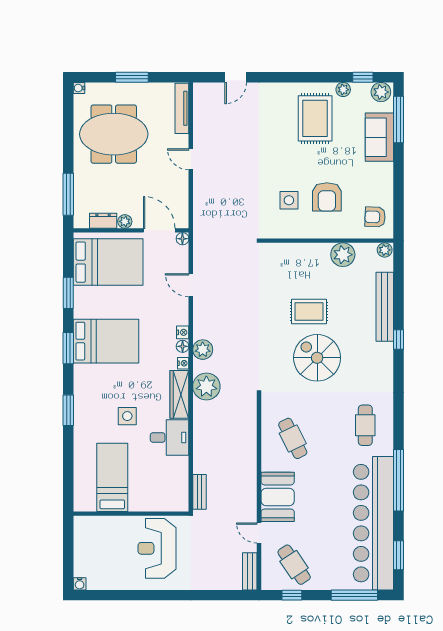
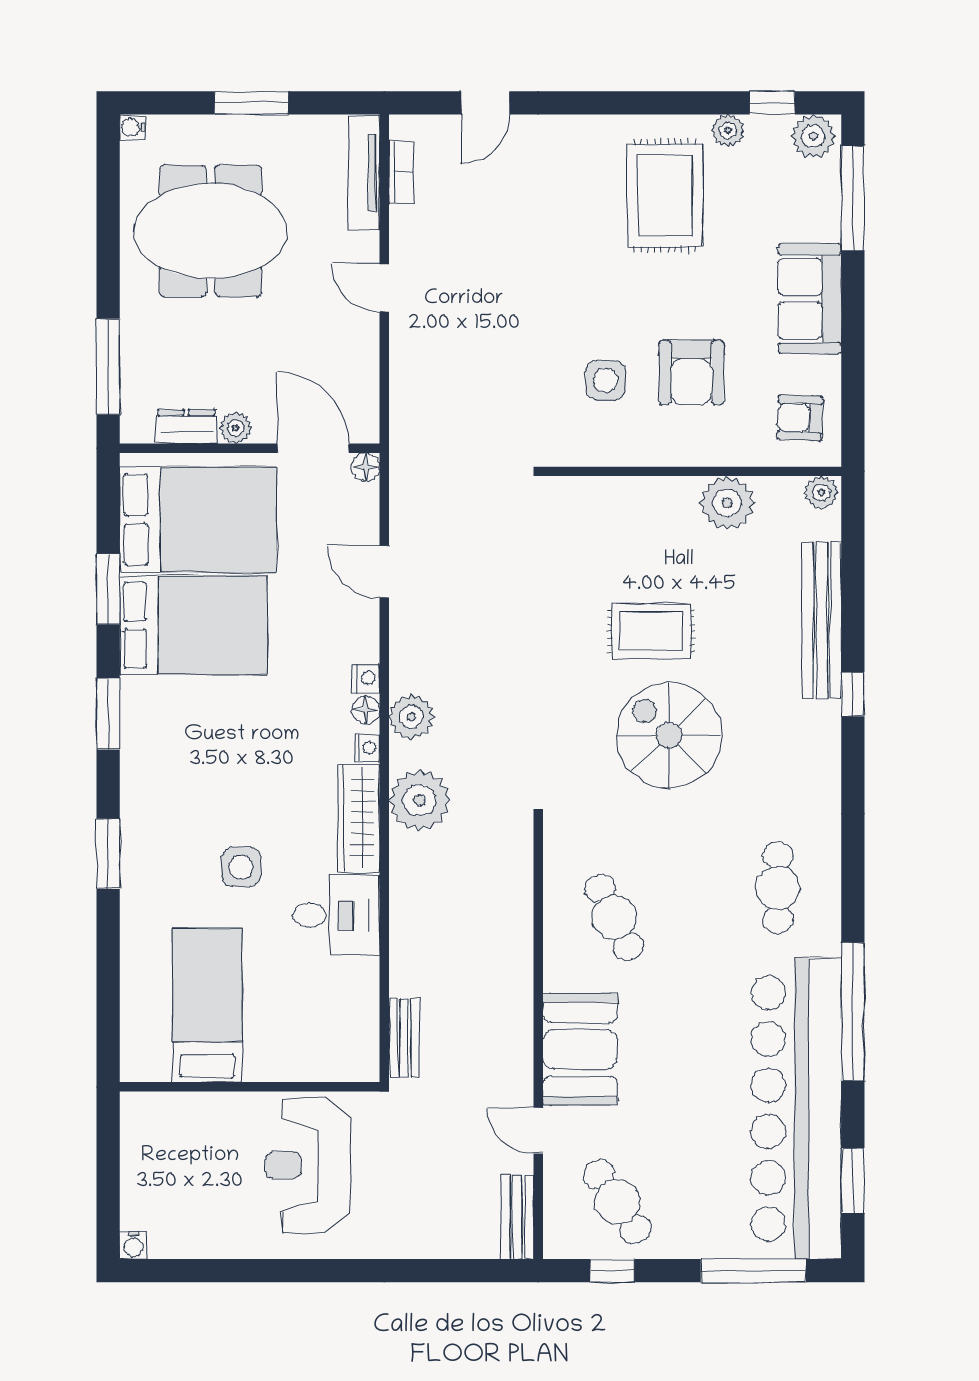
bookcase: (198, 108) -> (401, 172), added
sofa: (379, 137) -> (810, 299), moved
bed: (106, 341) -> (193, 625), moved

